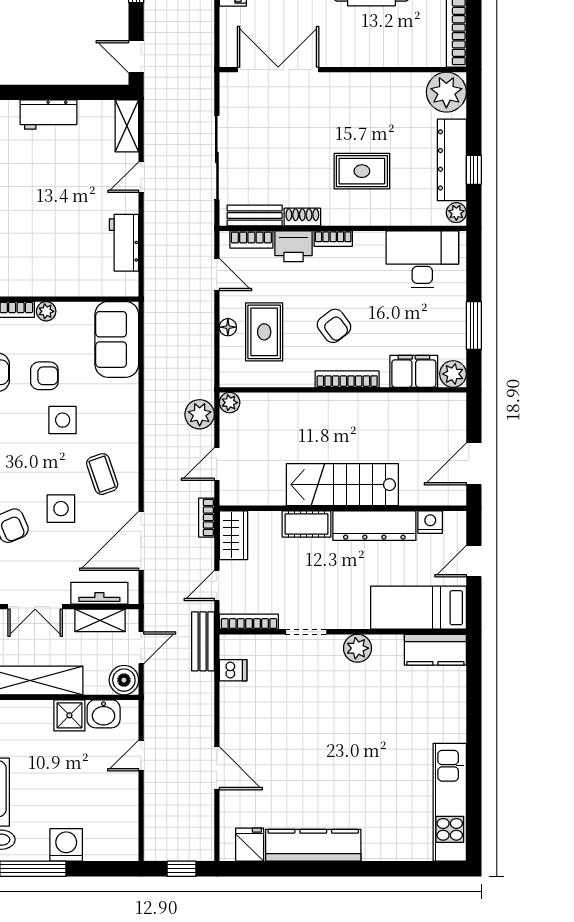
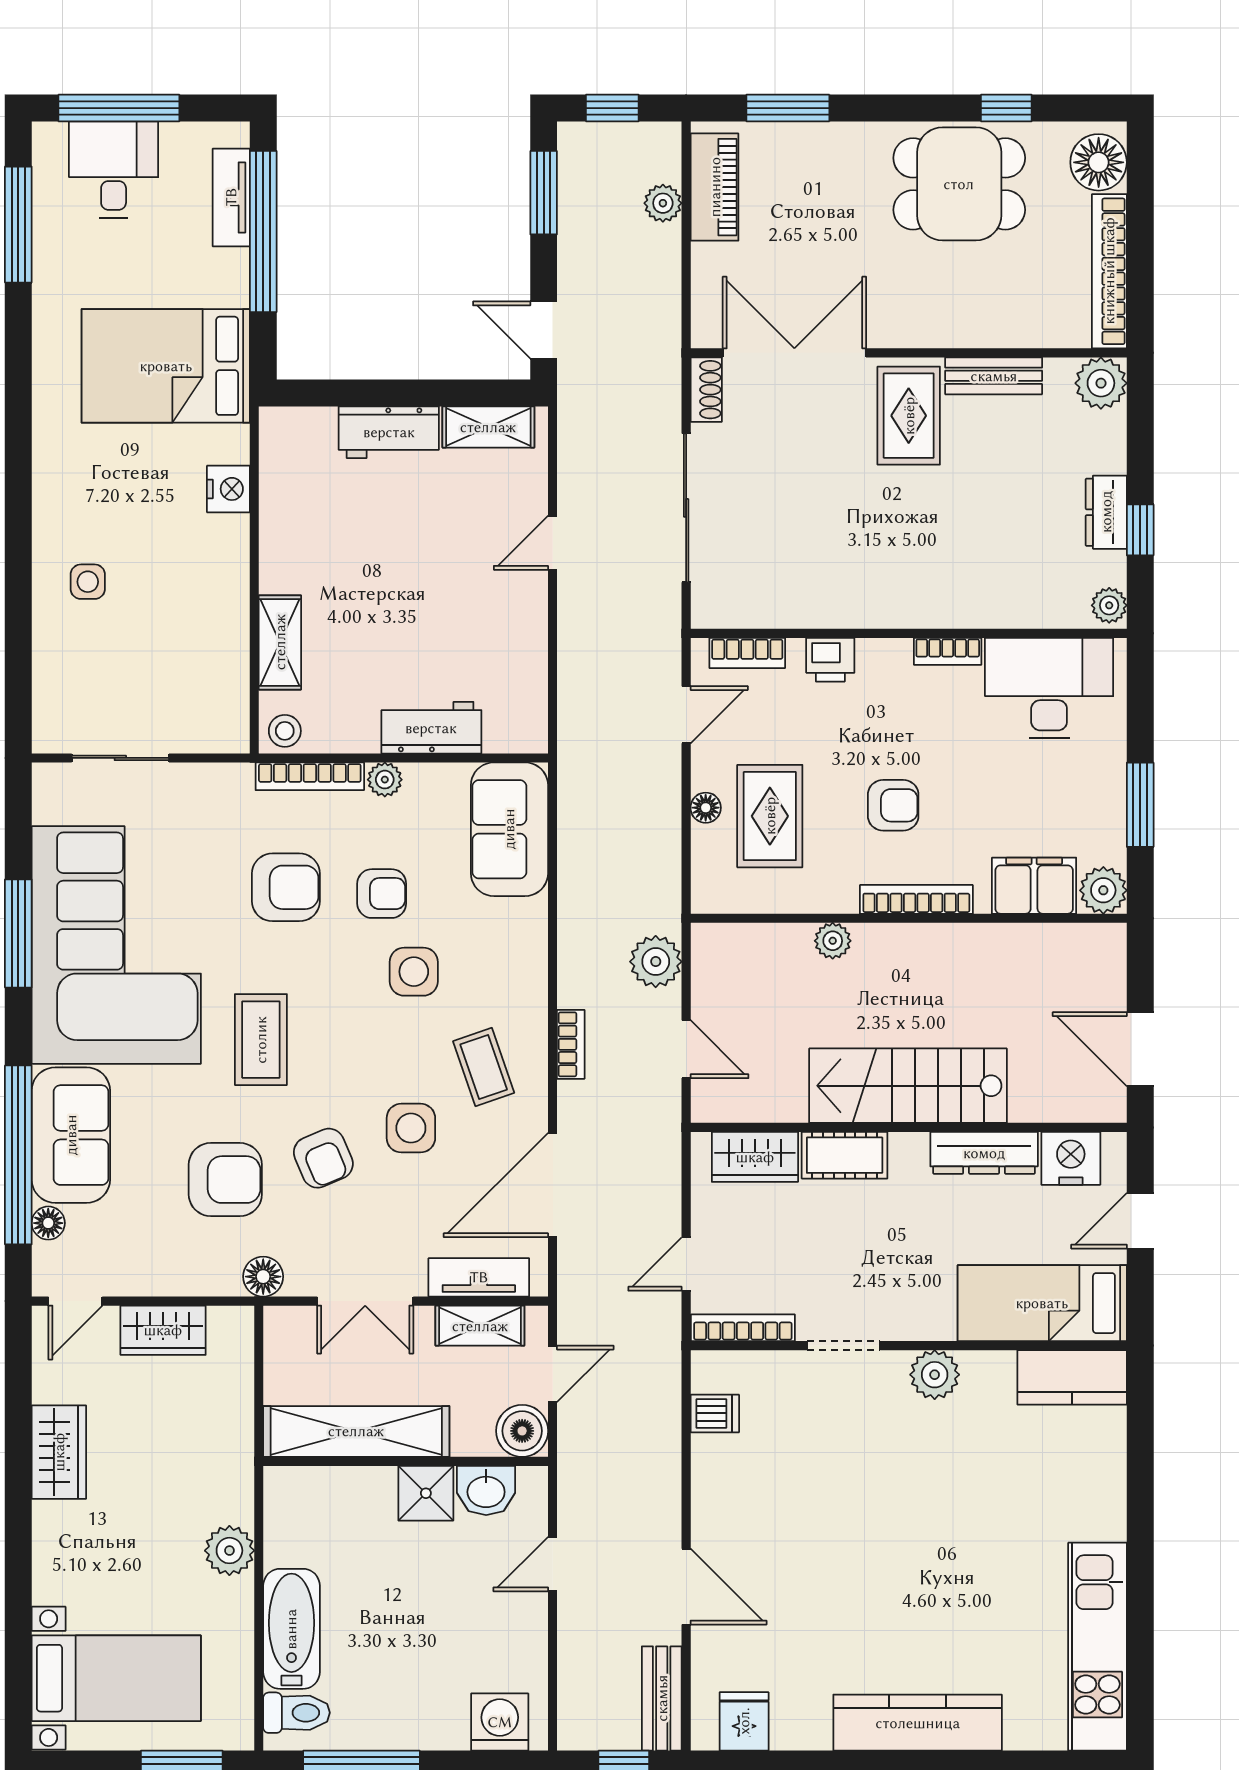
plant: (446, 92) -> (1101, 383), width x0.73, depth x0.73
shelving: (127, 126) -> (488, 427), moved, turned 90
dresser: (452, 160) -> (1106, 512), width x0.51, depth x0.80
rug: (362, 171) -> (909, 416), moved, turned 90
bench: (255, 215) -> (994, 376), moved
shoe rack: (302, 217) -> (706, 390), moved, turned 90
bookcase: (333, 239) -> (948, 651), moved
workbench: (124, 243) -> (431, 728), moved, turned 90
printer: (293, 246) -> (830, 660), width x0.73, depth x0.81
door: (217, 275) -> (686, 715), hinge flipped
armchair: (334, 326) -> (893, 805), turned -53
plant: (230, 403) -> (833, 941), moved
door: (217, 464) -> (686, 1049), swing flipped
door: (474, 464) -> (1140, 1049), hinge flipped
bookcase: (206, 518) -> (571, 1044), moved, turned 180
nightstand: (430, 522) -> (1071, 1158), width x1.36, depth x1.33
dresser: (374, 526) -> (984, 1153), width x0.73, depth x0.80
wardrobe: (233, 535) -> (755, 1157), moved, turned 90
bench: (203, 641) -> (662, 1698), moved
washing machine: (66, 845) -> (500, 1722), moved
kitchen counter: (313, 845) -> (918, 1723), moved

